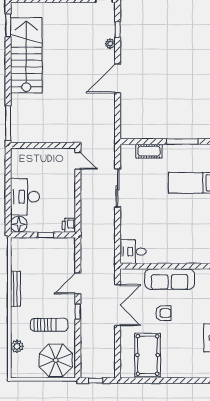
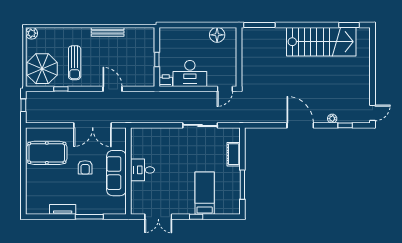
desk: (25, 197) -> (190, 73), moved, turned 180
floor lamp: (19, 224) -> (217, 35), moved
desk: (133, 252) -> (142, 170), moved, turned -90
window: (78, 312) -> (61, 89), moved
plant: (17, 346) -> (32, 33), moved

